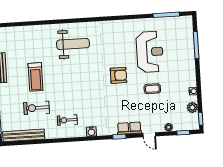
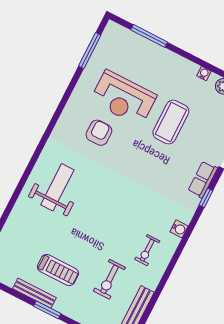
reception desk: (150, 52) -> (123, 98), turned 180
armchair: (119, 75) -> (99, 133), moved
treadmill: (36, 77) -> (58, 270), moved
coffee table: (152, 89) -> (171, 122), width x1.86, depth x1.72

